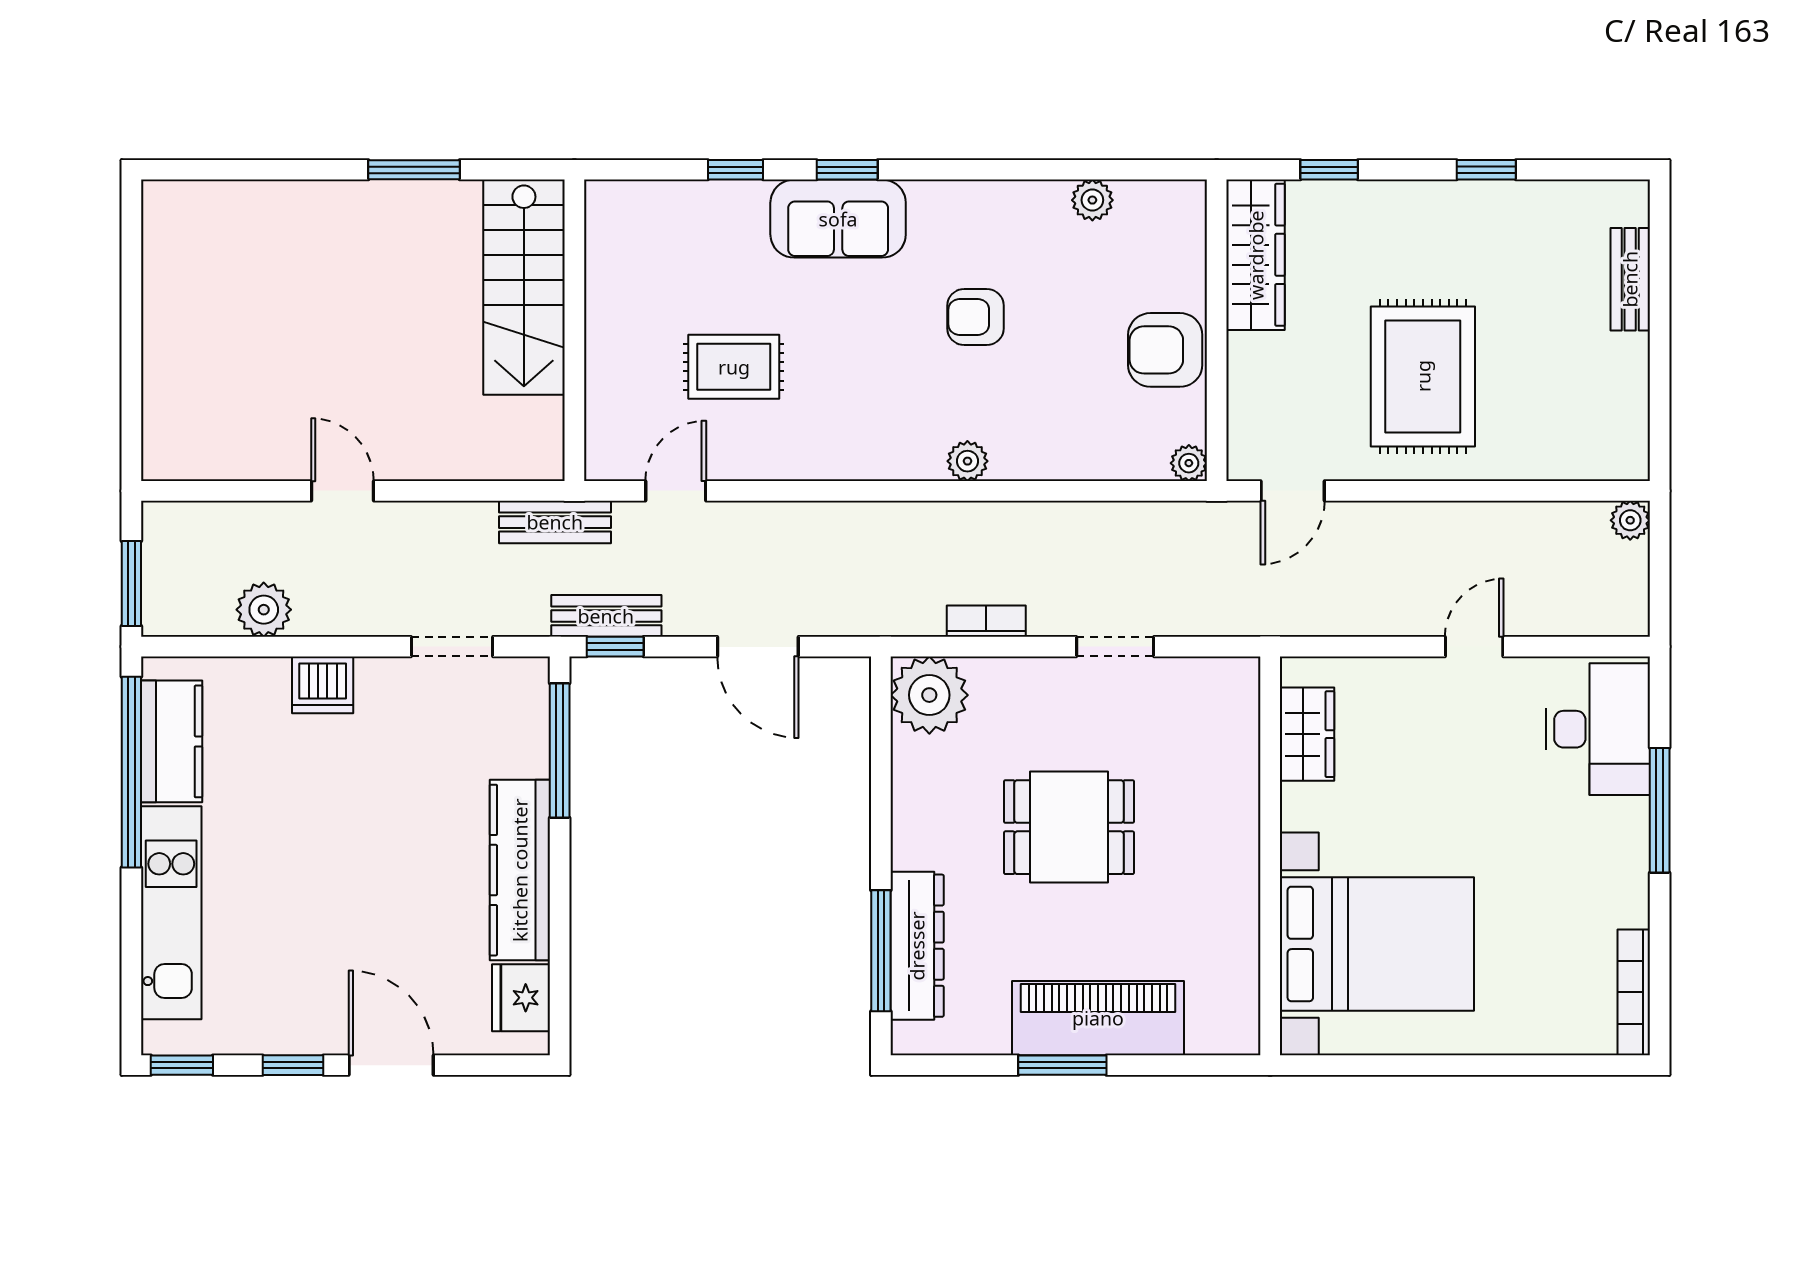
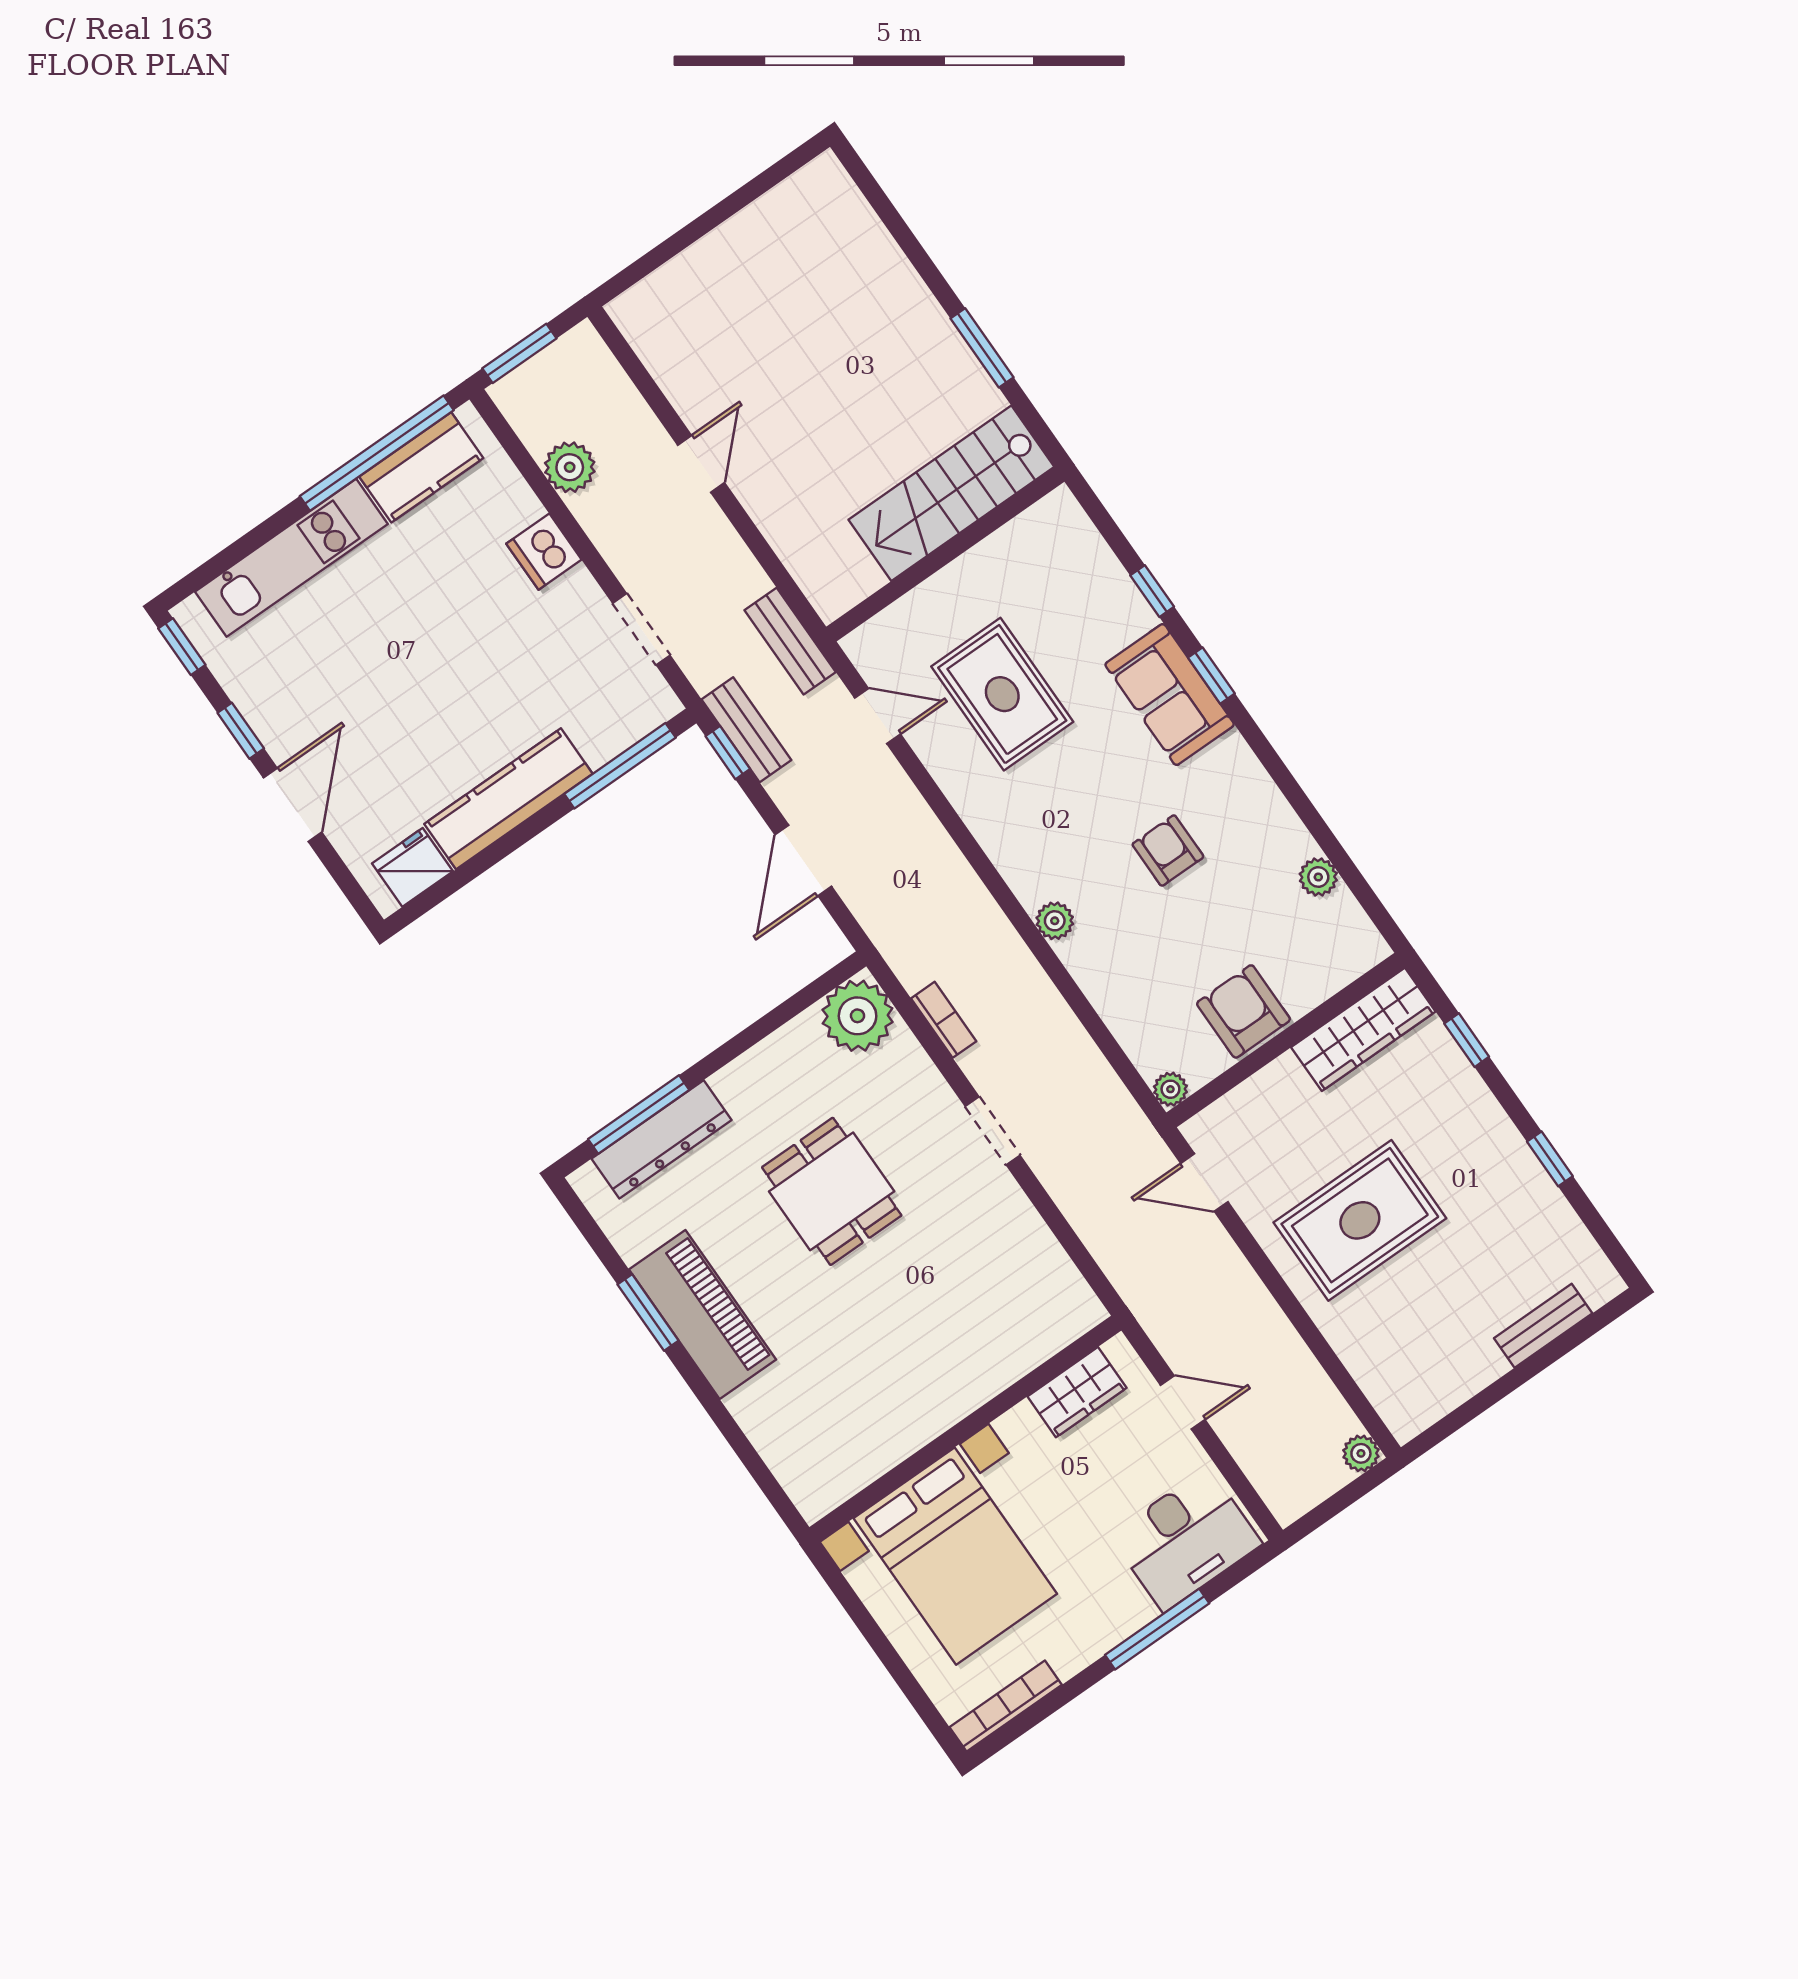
rug: (734, 367) -> (1002, 694), width x1.36, depth x1.43
wardrobe: (1307, 734) -> (1077, 1392), moved
wall: (1270, 856) -> (965, 1429), moved
bed with nightstands: (1377, 944) -> (955, 1556), moved

